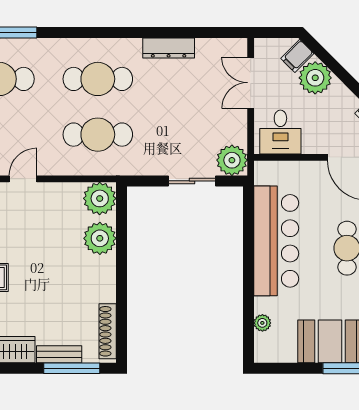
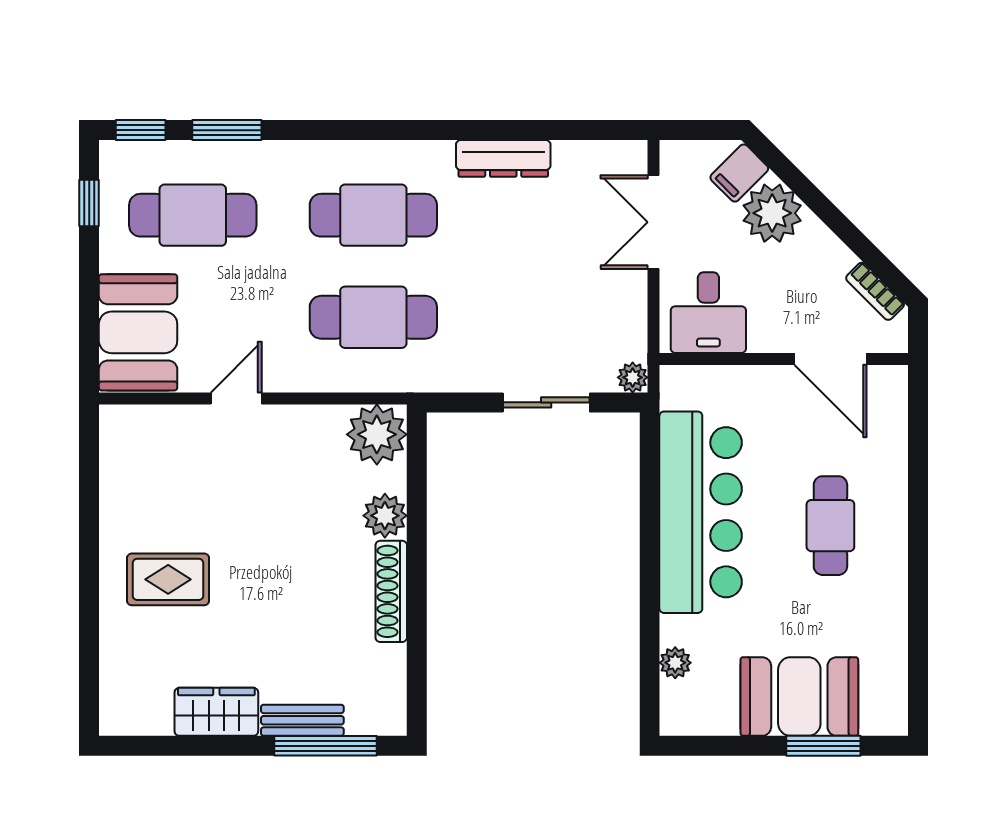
plant: (232, 160) -> (633, 377), width x0.53, depth x0.53
plant: (100, 238) -> (385, 516), width x0.73, depth x0.73
shoe rack: (108, 331) -> (391, 591), moved

